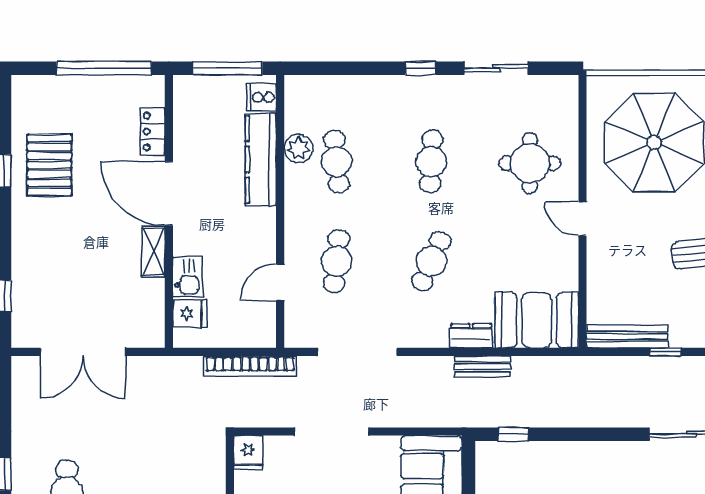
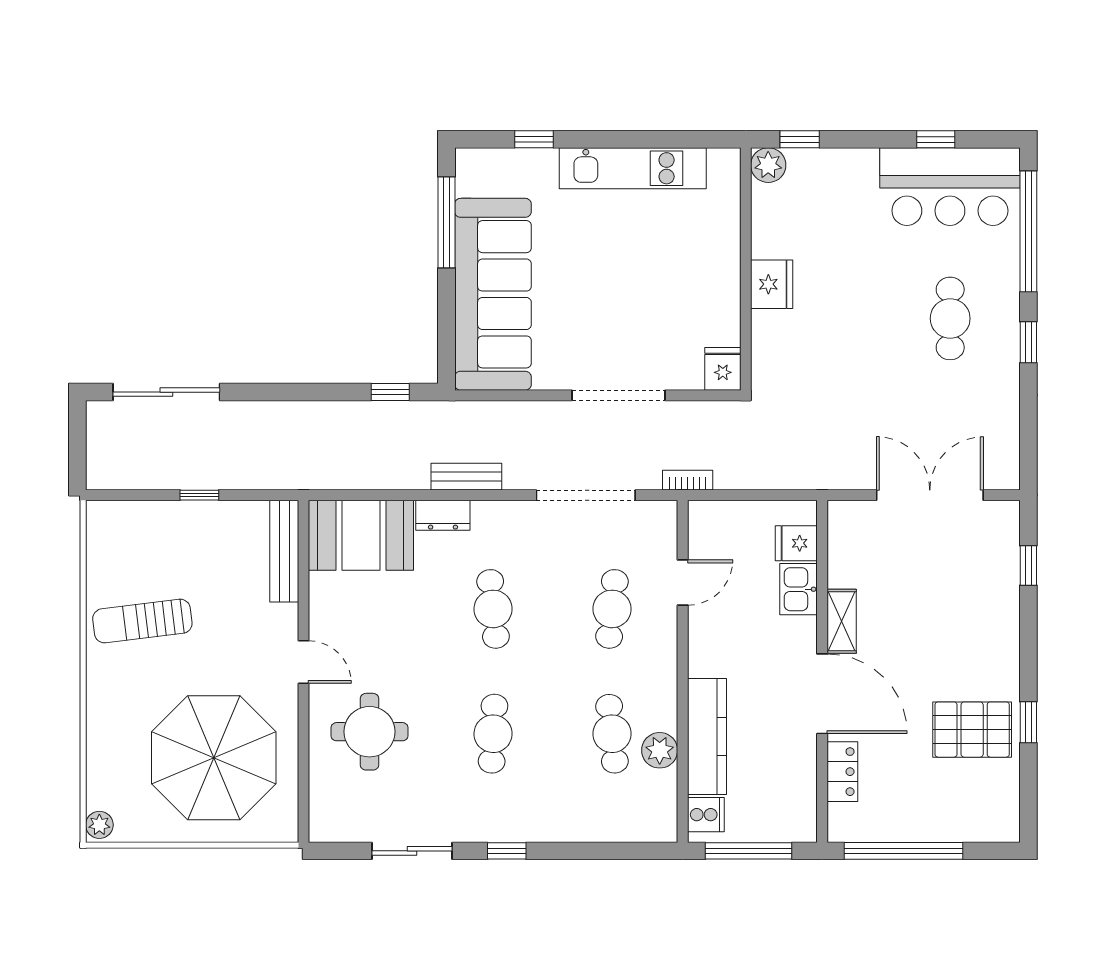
pallet: (49, 165) -> (972, 730), turned 90
cafe table: (431, 261) -> (493, 609), turned -30
bench: (627, 337) -> (284, 551), moved, turned 90
bookcase: (250, 366) -> (688, 480), width x0.43, depth x0.76
bench: (483, 367) -> (466, 477), moved

